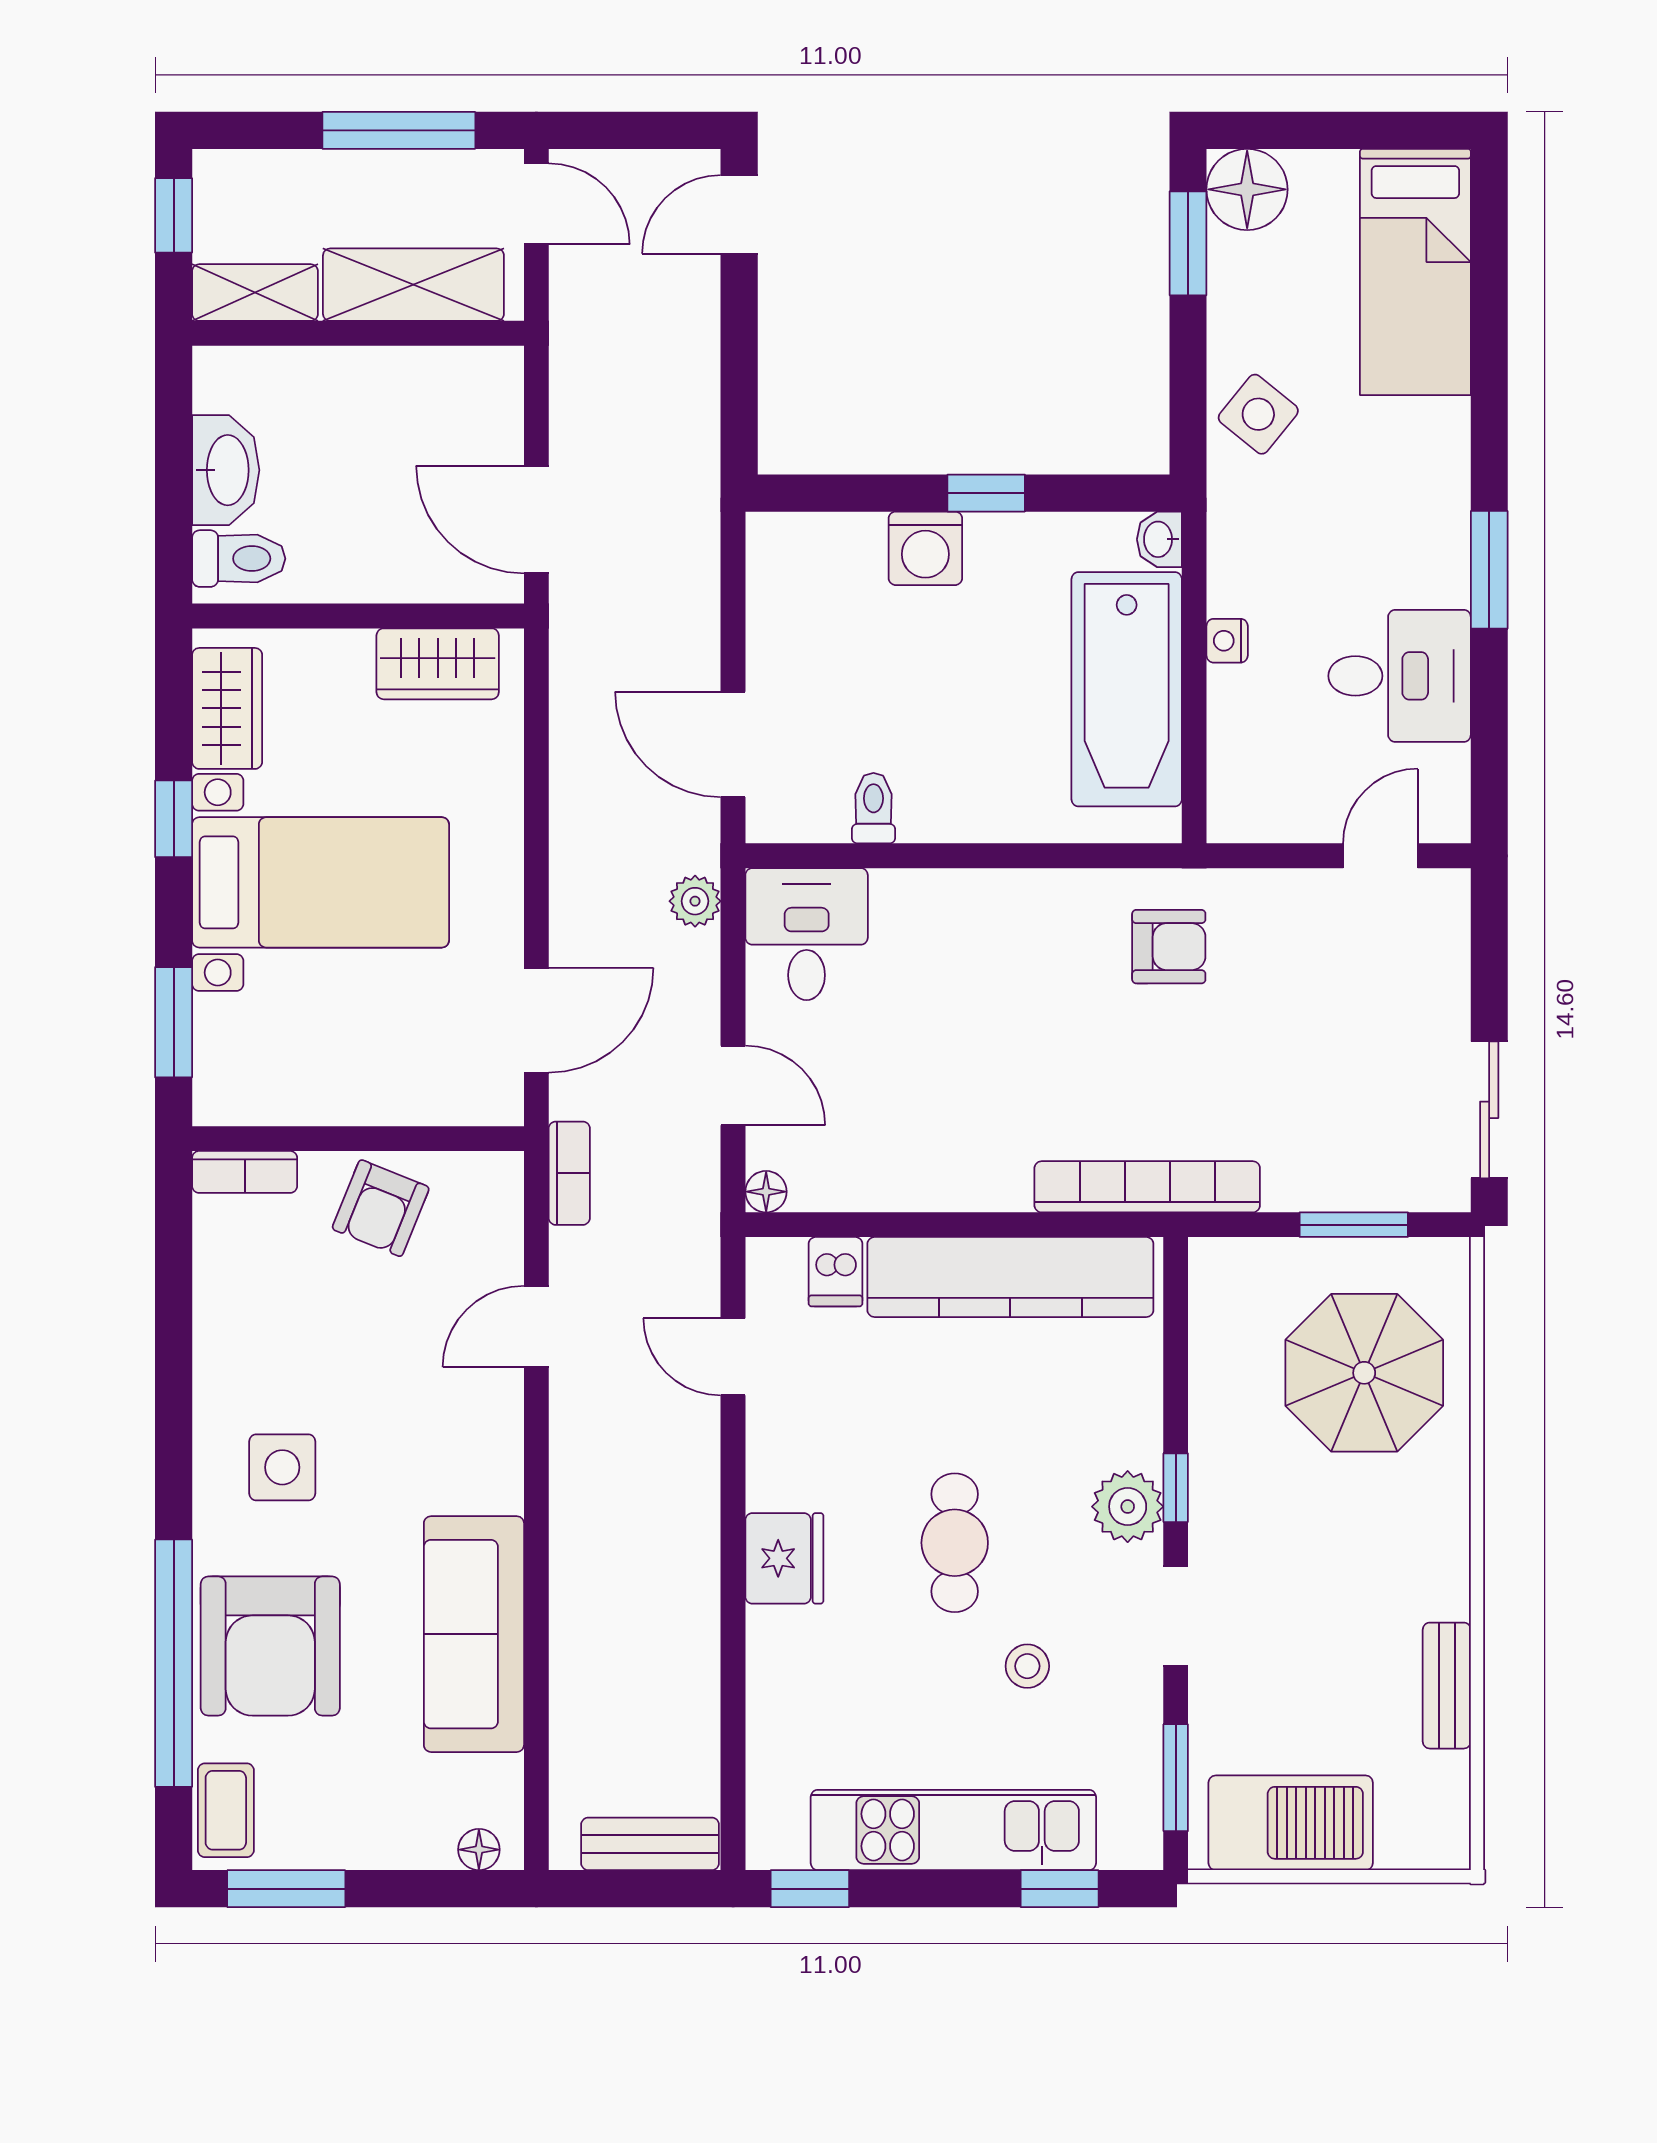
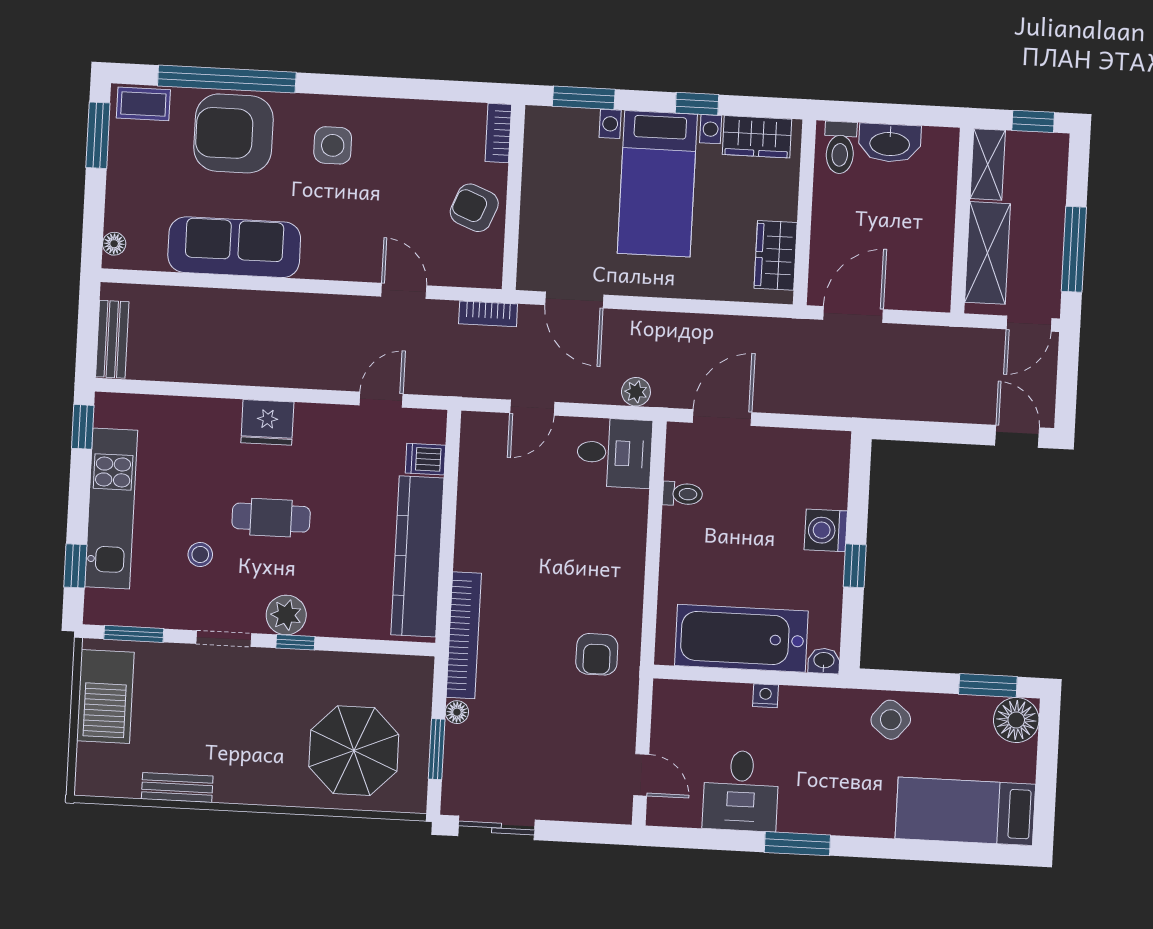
floor lamp: (766, 1192) -> (457, 712), moved

